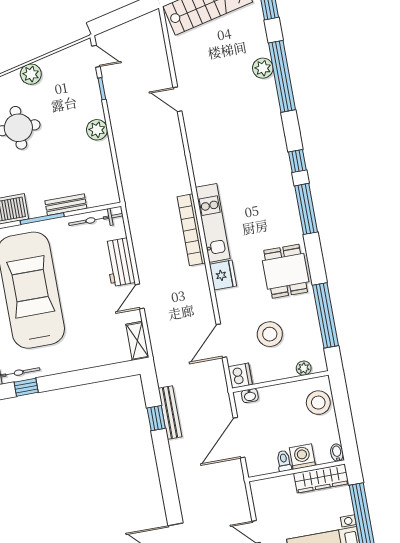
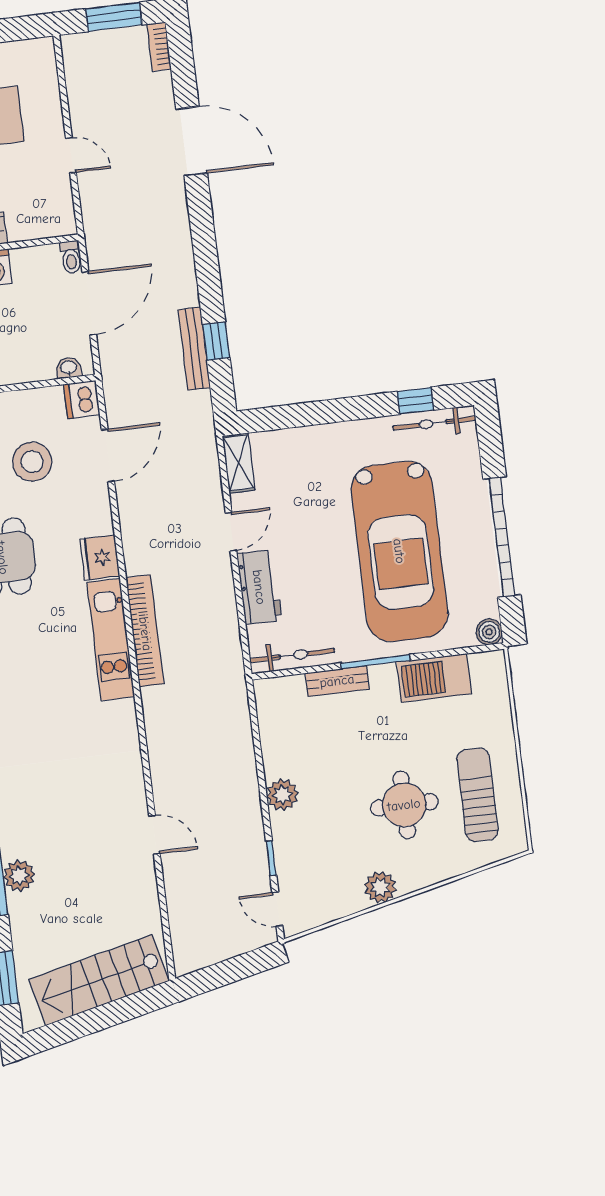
toilet: (284, 461) -> (71, 257), moved

